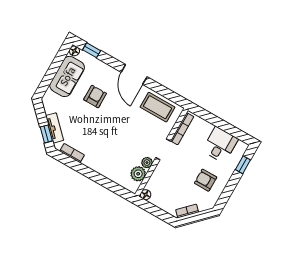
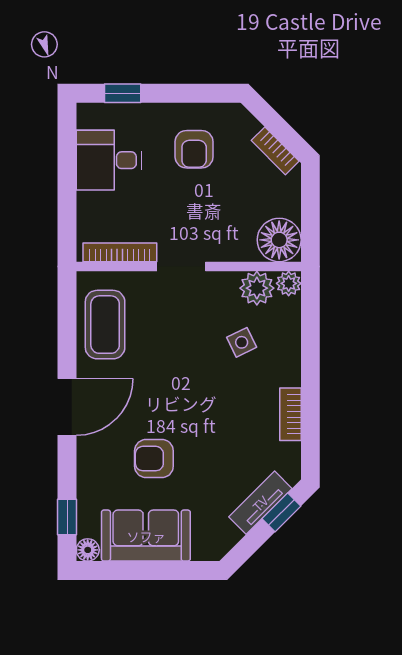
bookcase: (72, 153) -> (290, 414), moved
side table: (121, 156) -> (242, 342), added
plant: (147, 163) -> (289, 283), moved
floor lamp: (146, 195) -> (279, 240), width x1.89, depth x1.89

